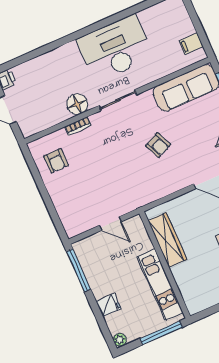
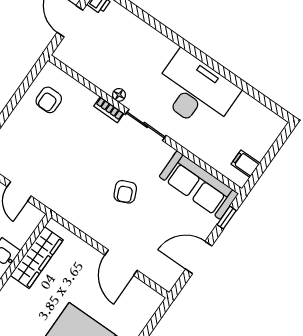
floor lamp: (77, 104) -> (119, 95), width x0.53, depth x0.53
bookcase: (78, 126) -> (109, 110), moved

